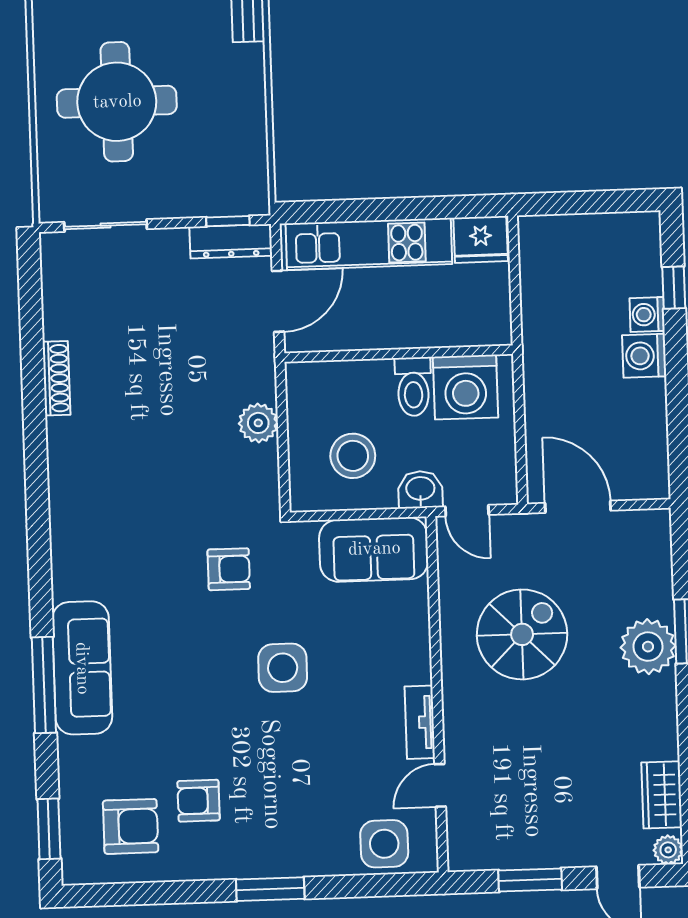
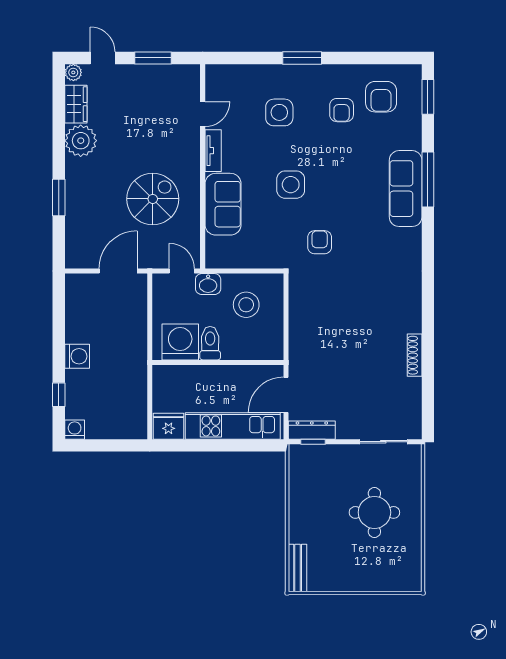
round table: (117, 102) -> (374, 512), width x0.73, depth x0.73
washing machine: (647, 315) -> (75, 430), moved, turned -90
plant: (258, 423) -> (300, 325), removed
door: (578, 507) -> (118, 271), swing flipped
sofa: (374, 549) -> (223, 204), moved, turned 90
armchair: (229, 569) -> (320, 242), turned 90
spiral stairs: (522, 634) -> (153, 199), turned 180
plant: (648, 647) -> (81, 141), moved
armchair: (199, 801) -> (342, 110), turned 90
armchair: (131, 826) -> (381, 97), turned -90
side table: (384, 844) -> (279, 112), moved

